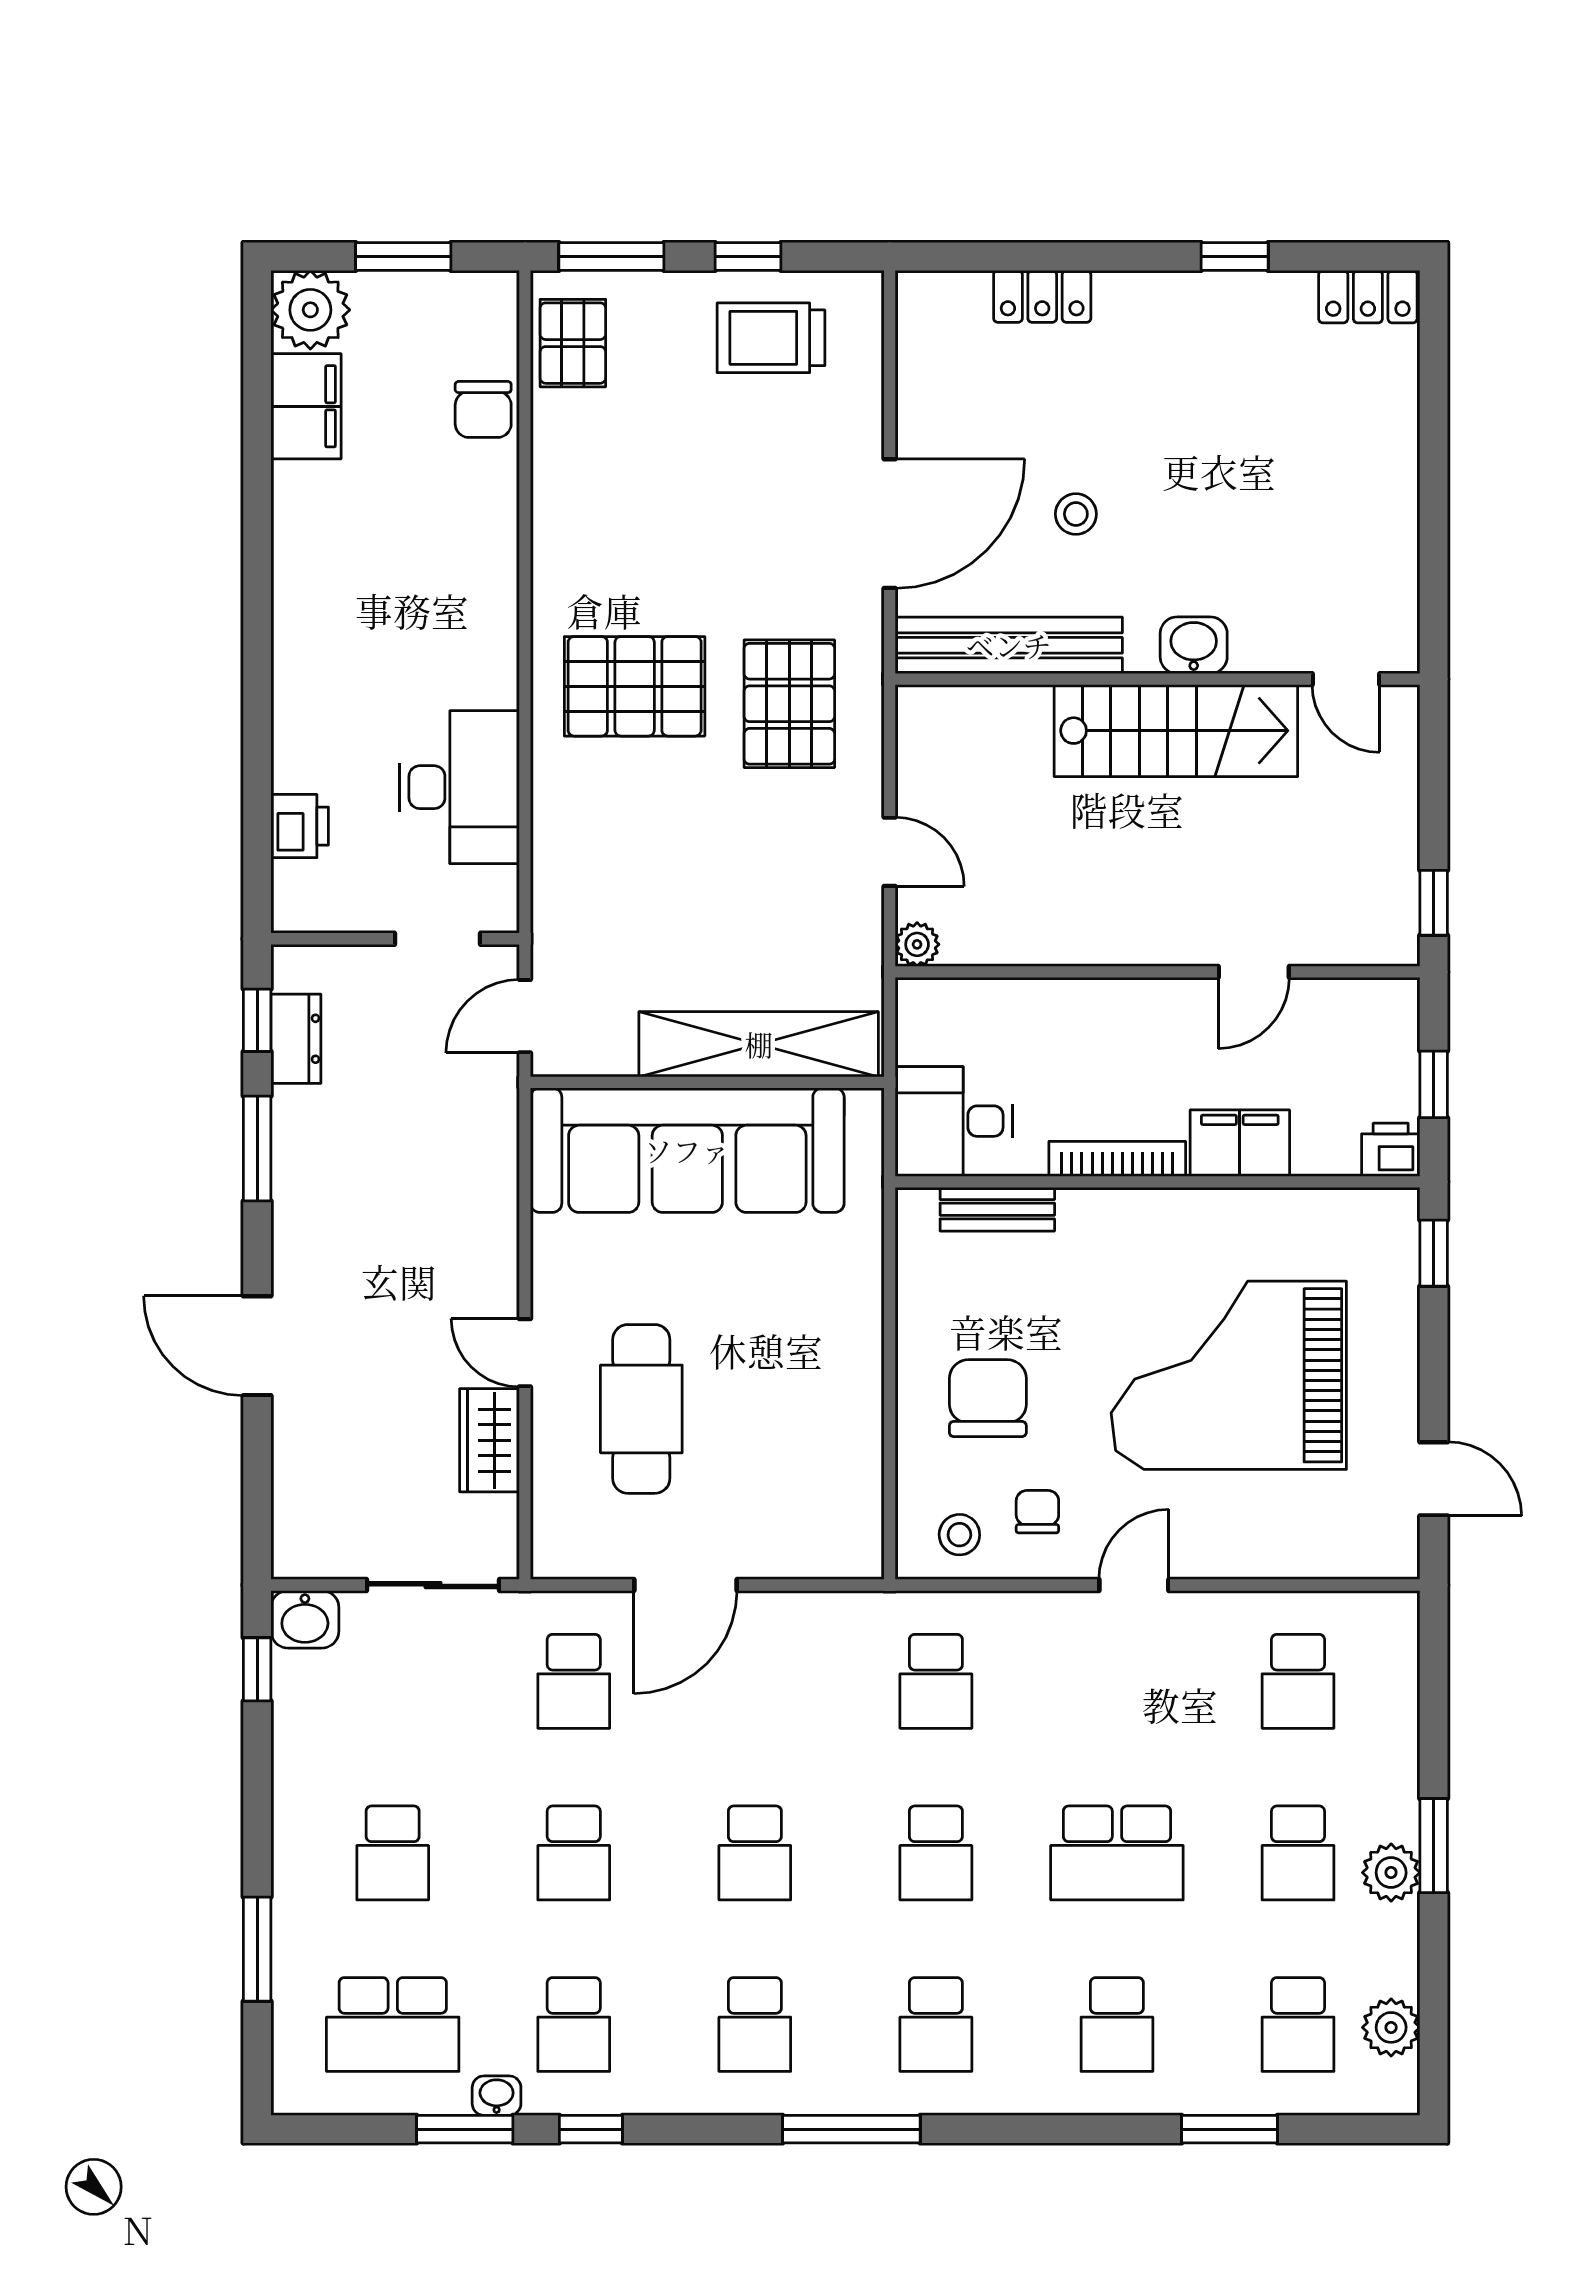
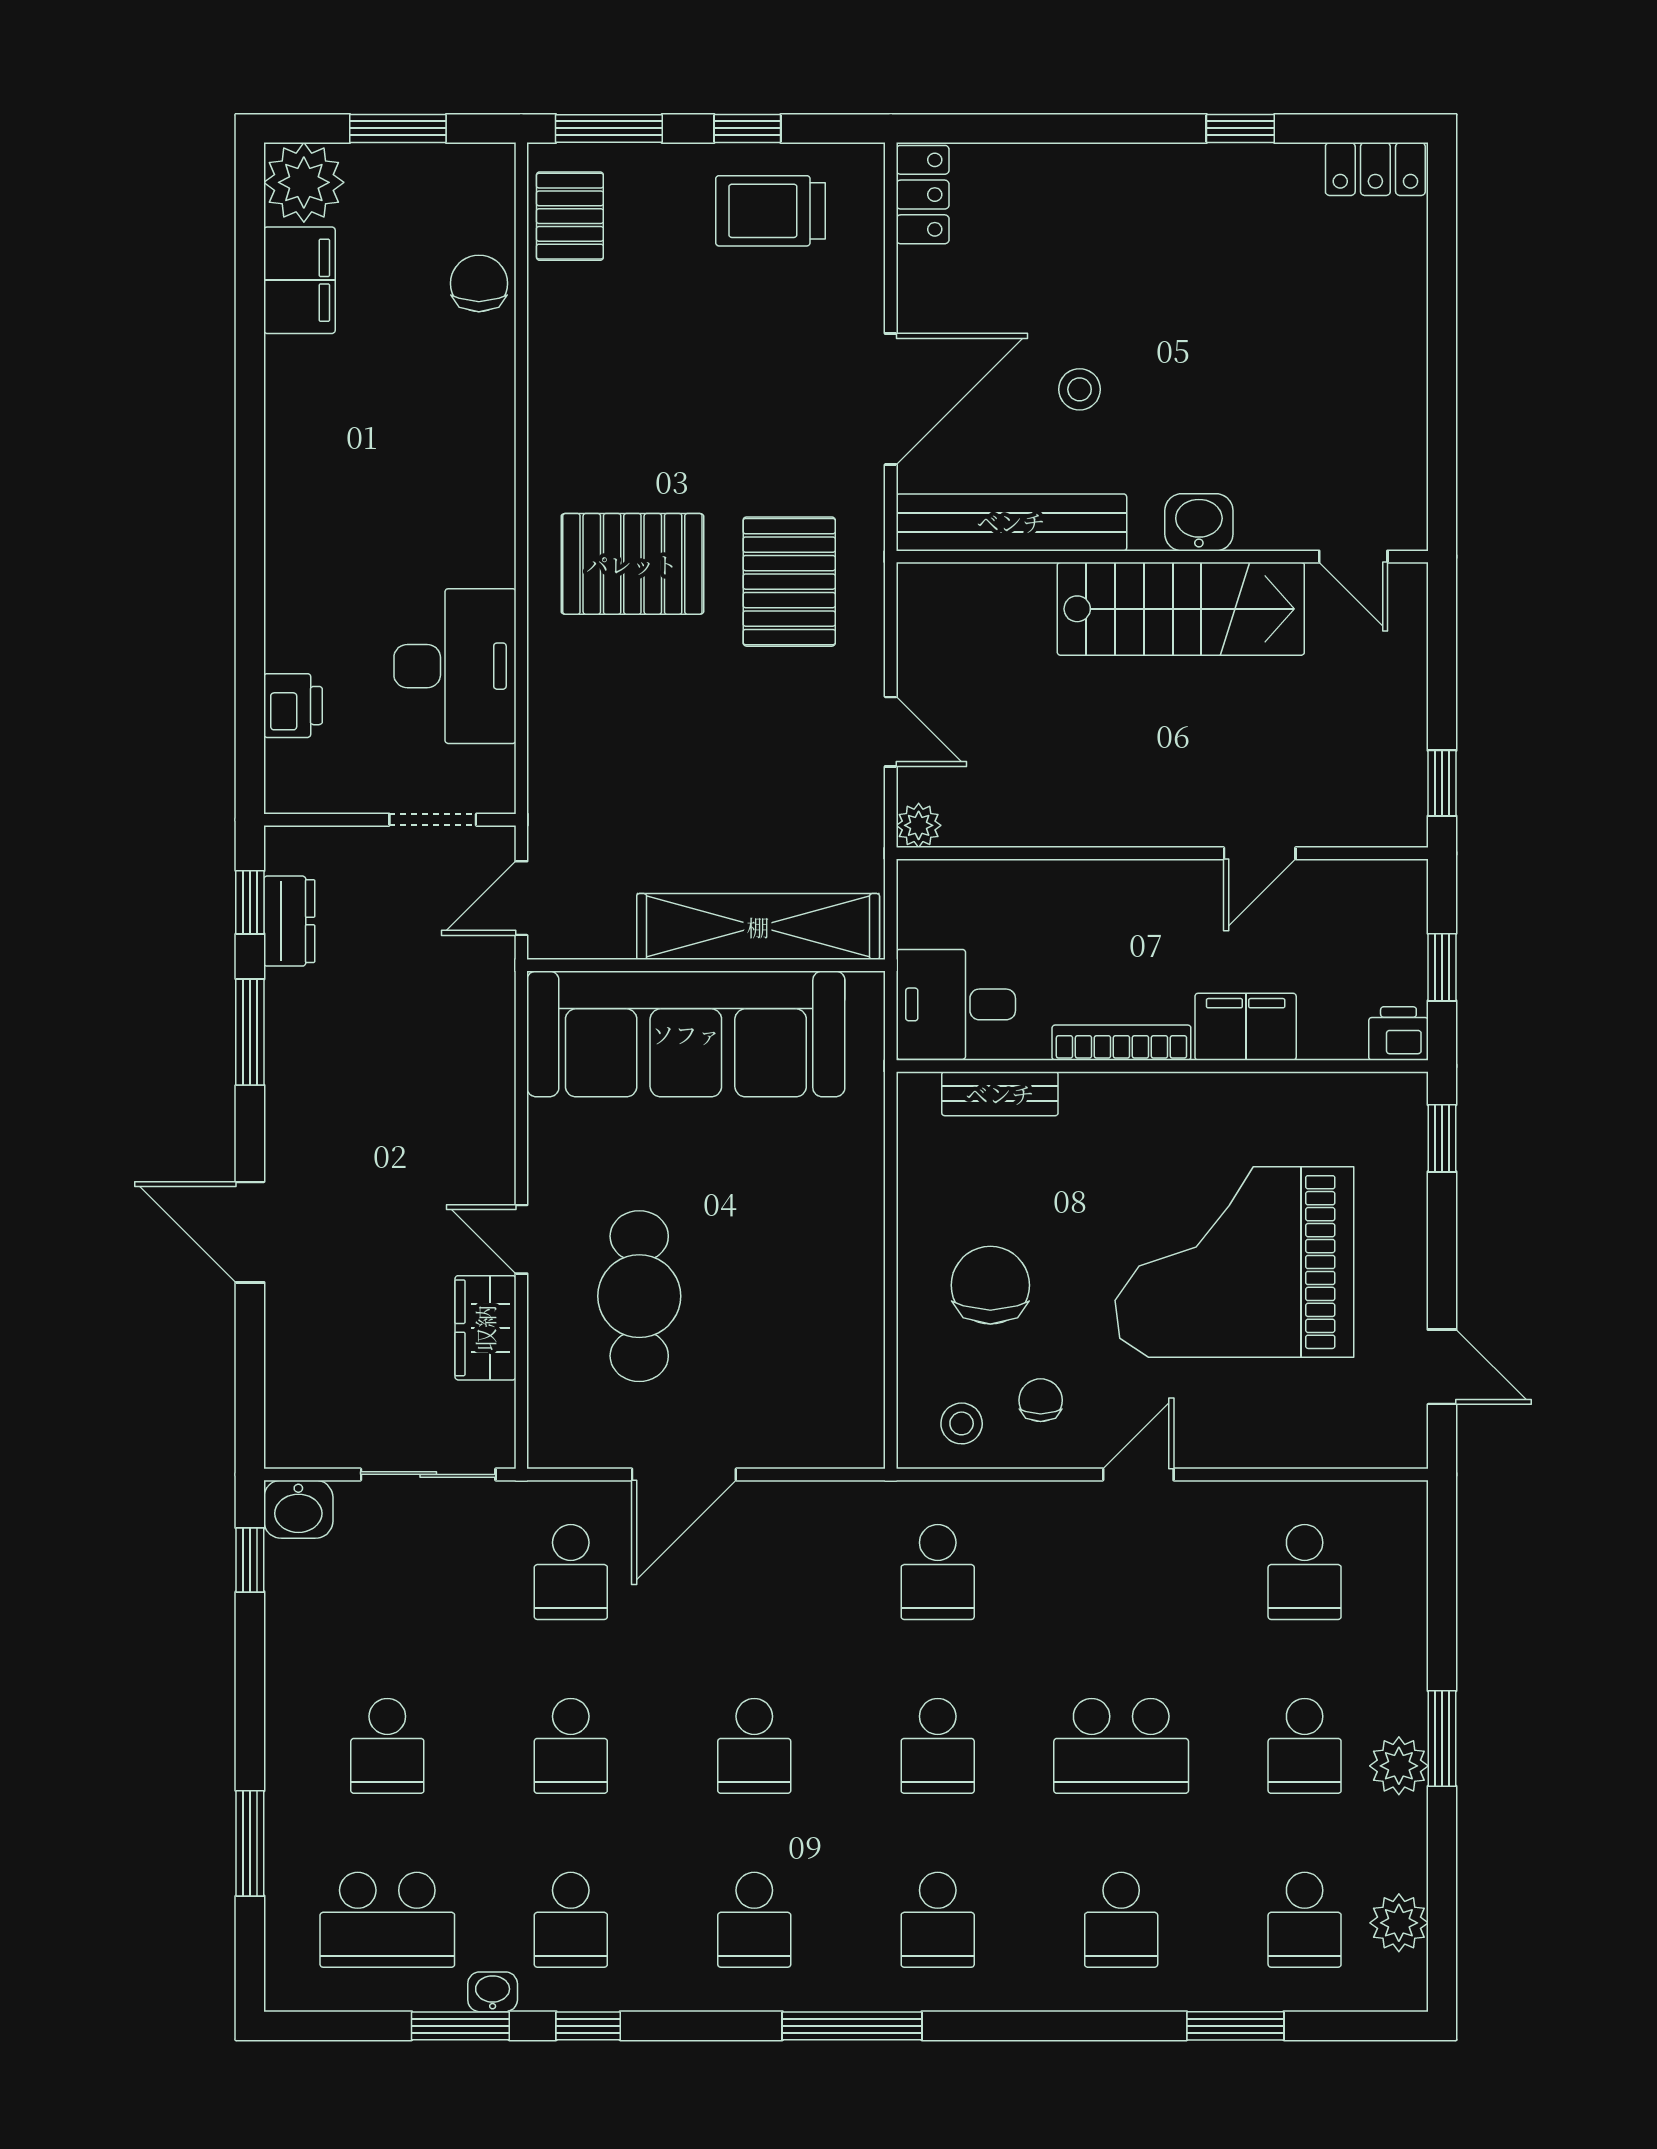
locker: (1042, 296) -> (923, 195), moved, turned -90
chair: (483, 409) -> (479, 283), turned 180

